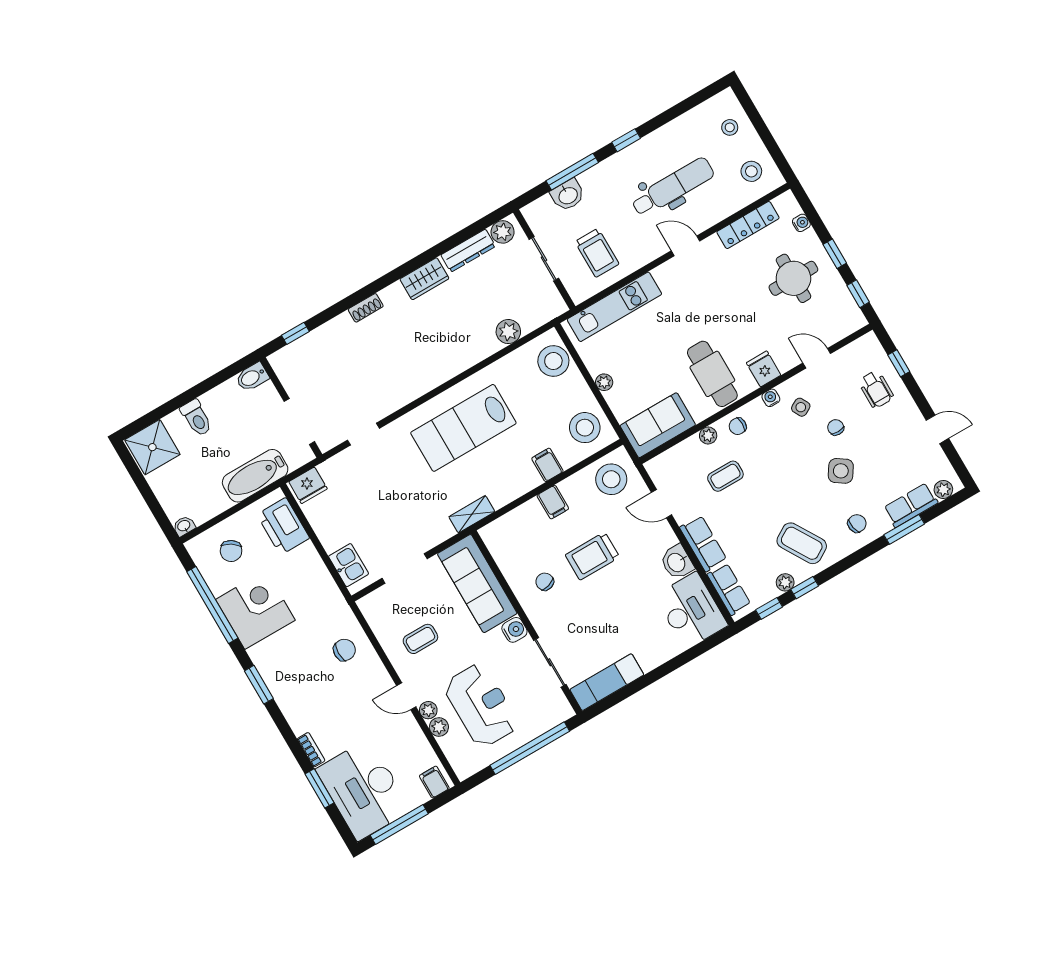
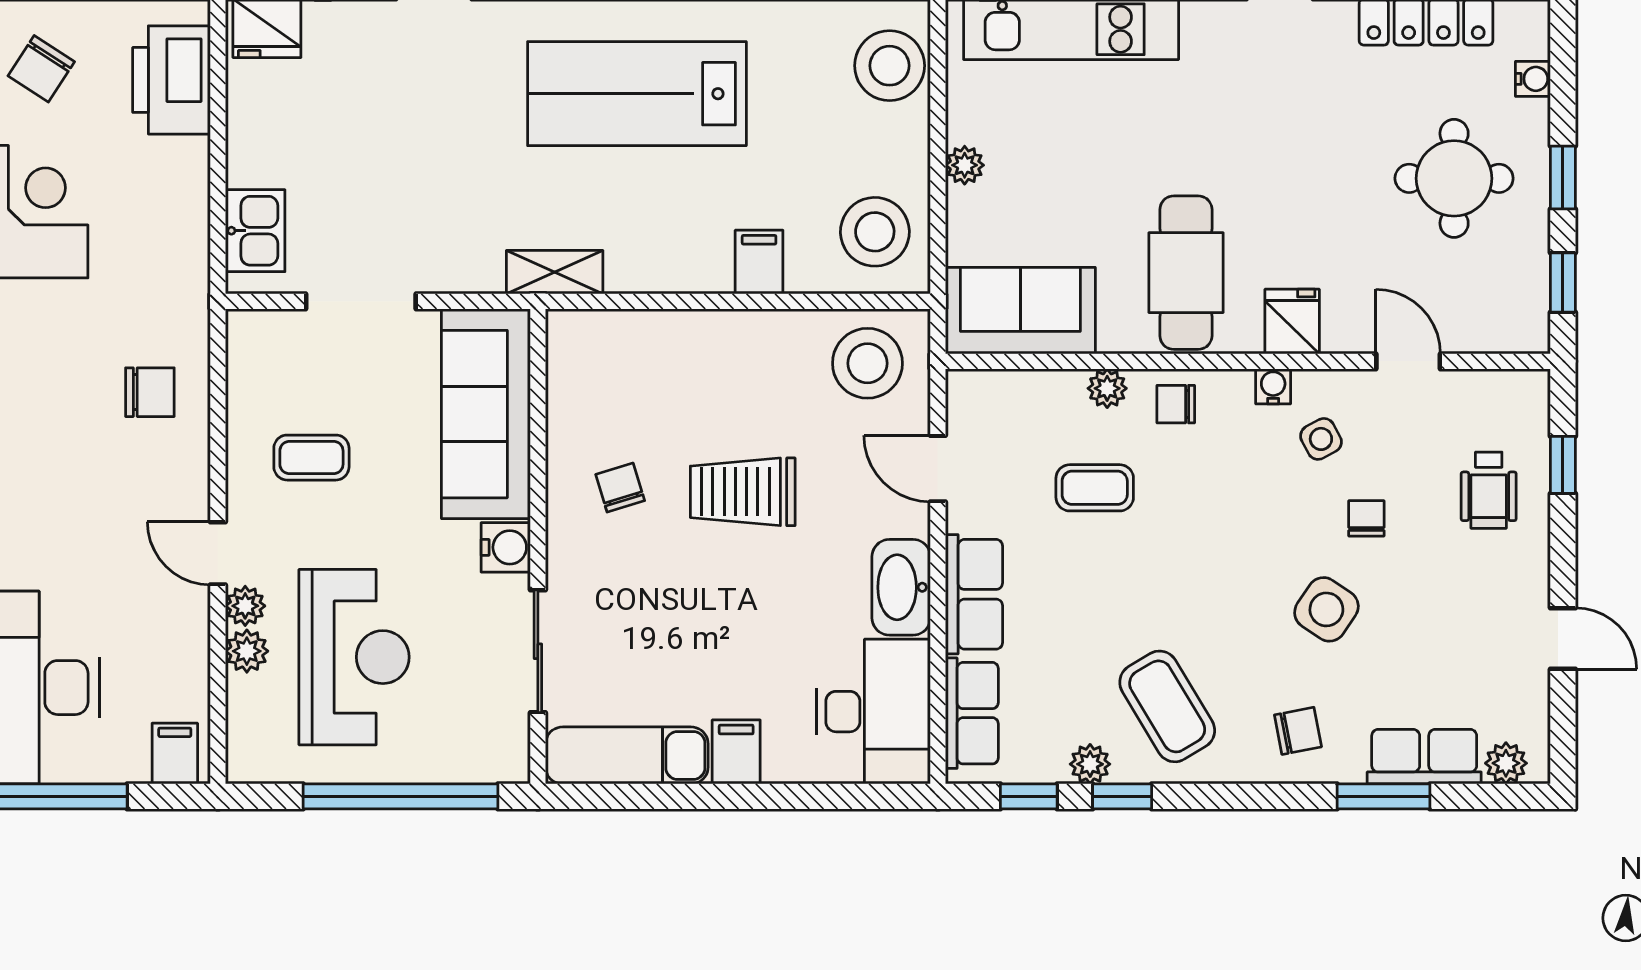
filing cabinet: (553, 502) -> (736, 752), moved, turned 180
washbasin: (677, 562) -> (901, 587), width x1.38

